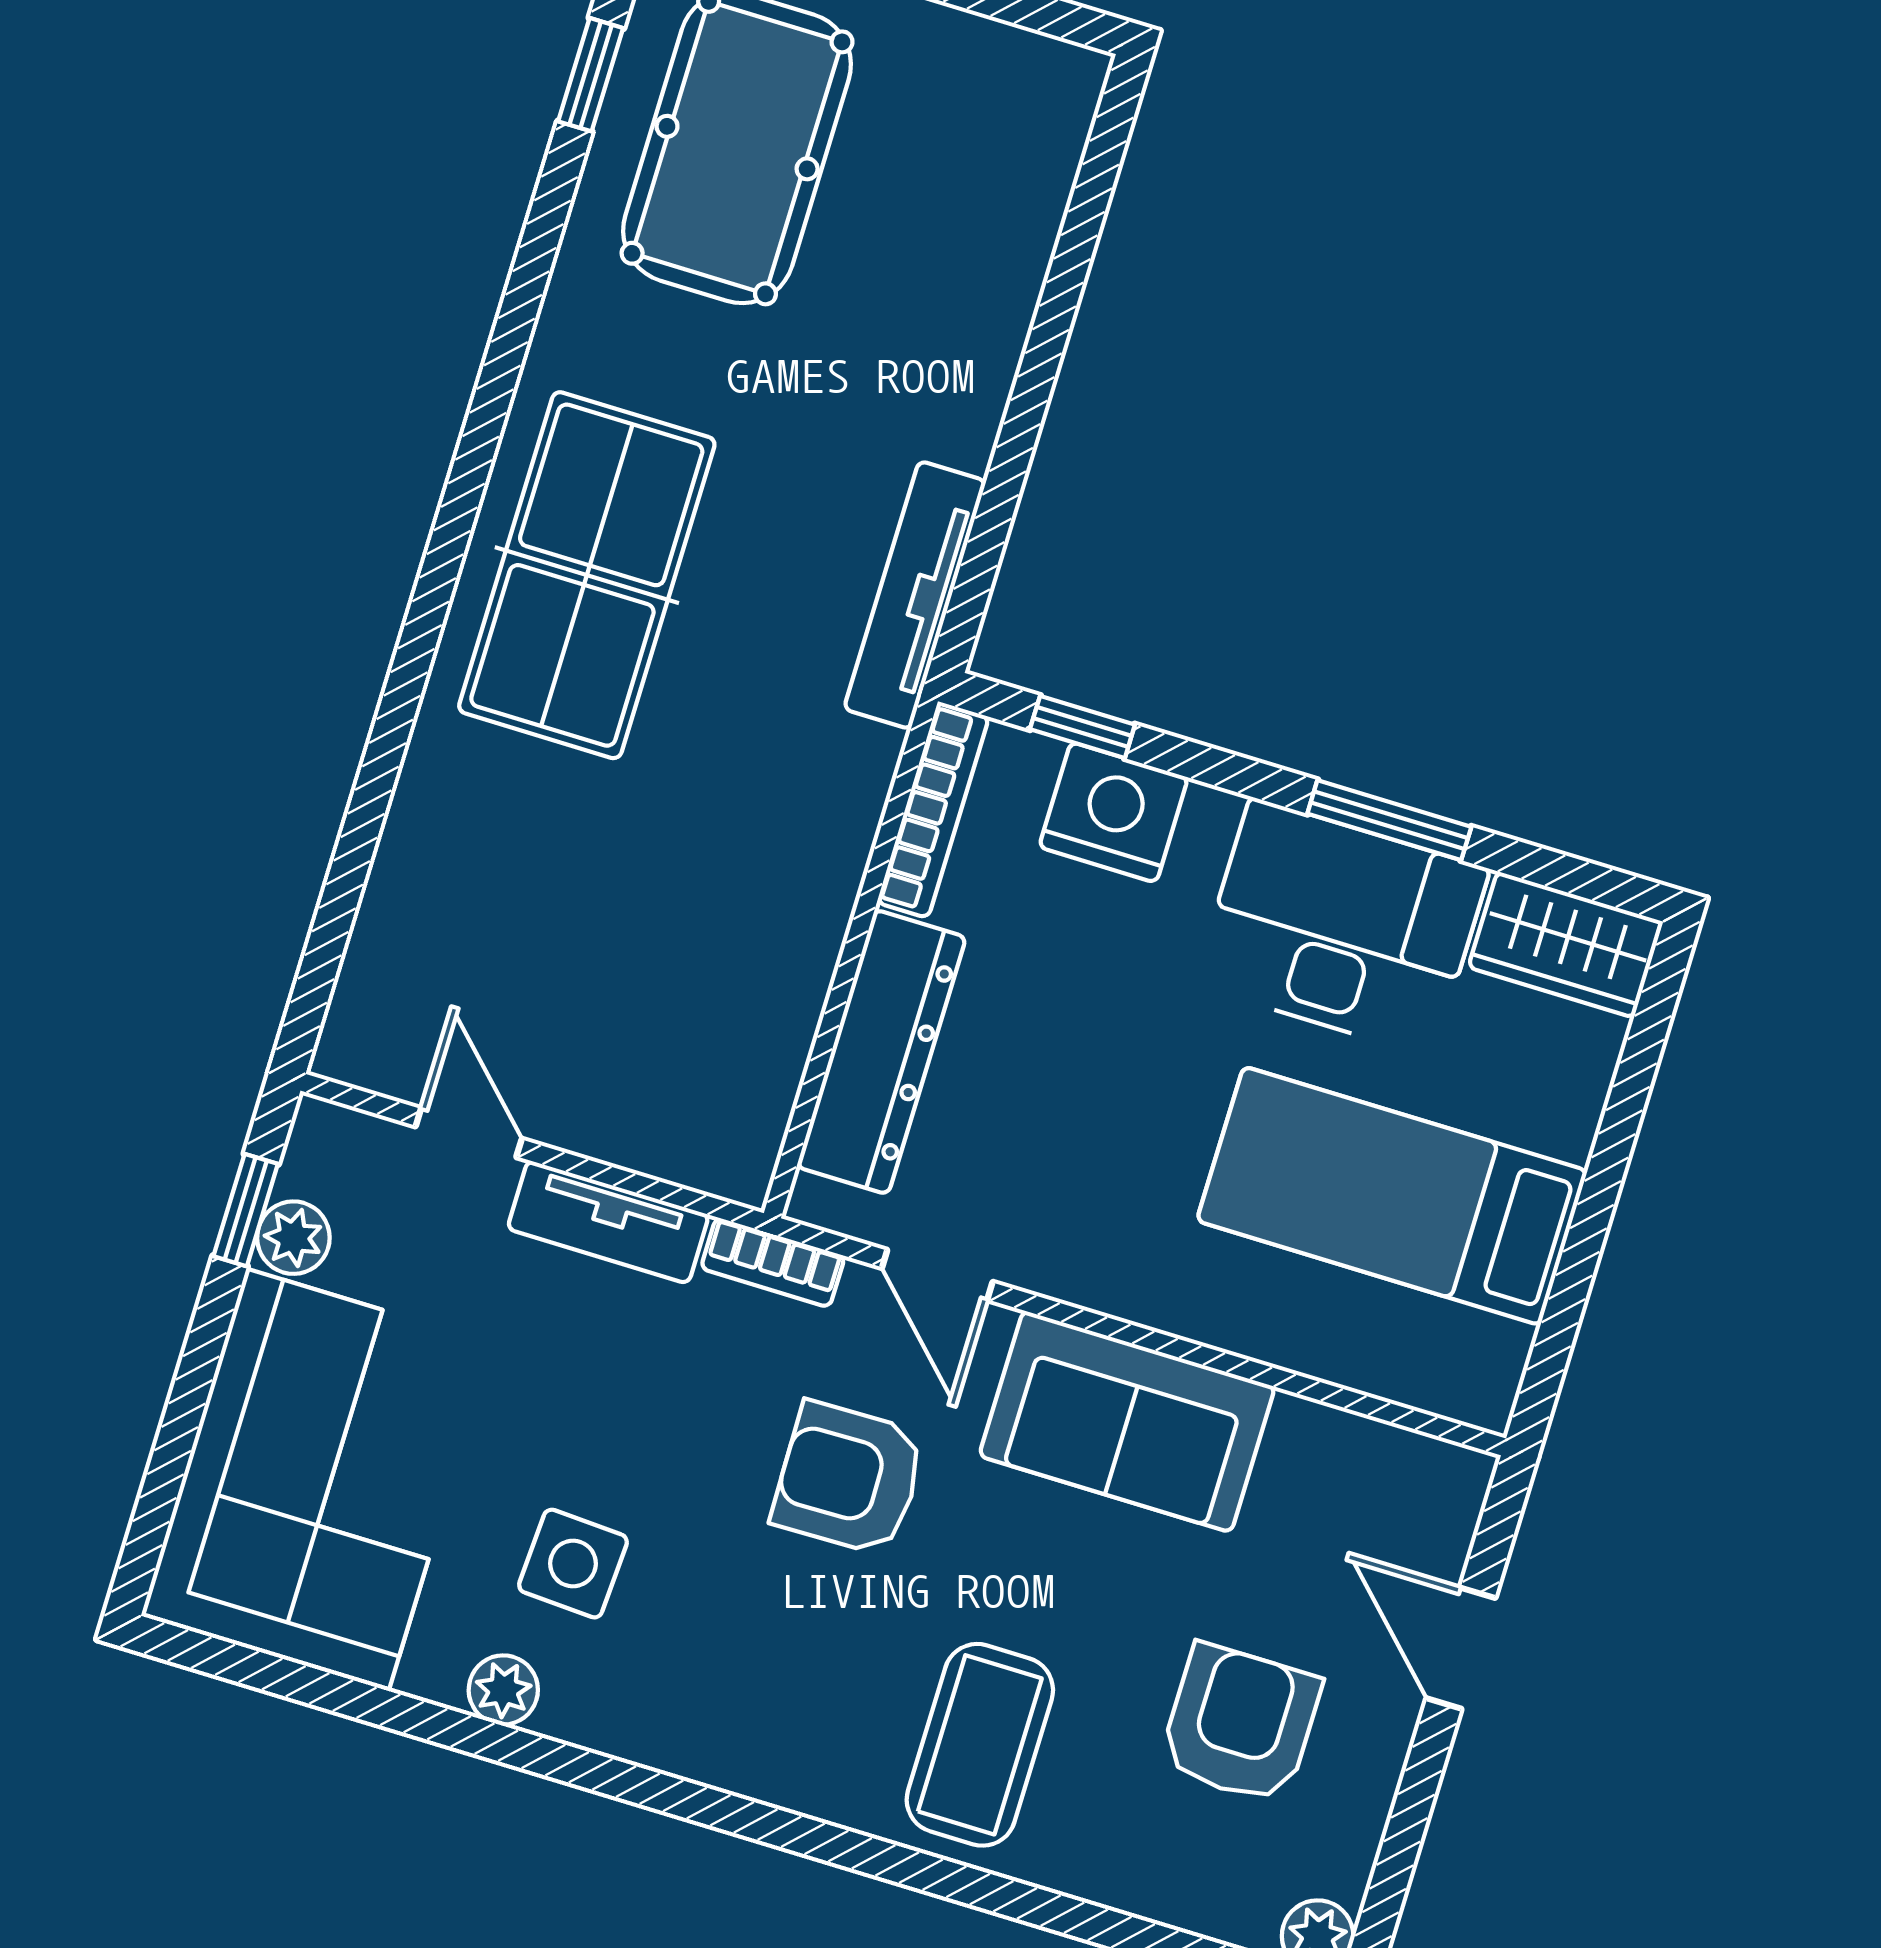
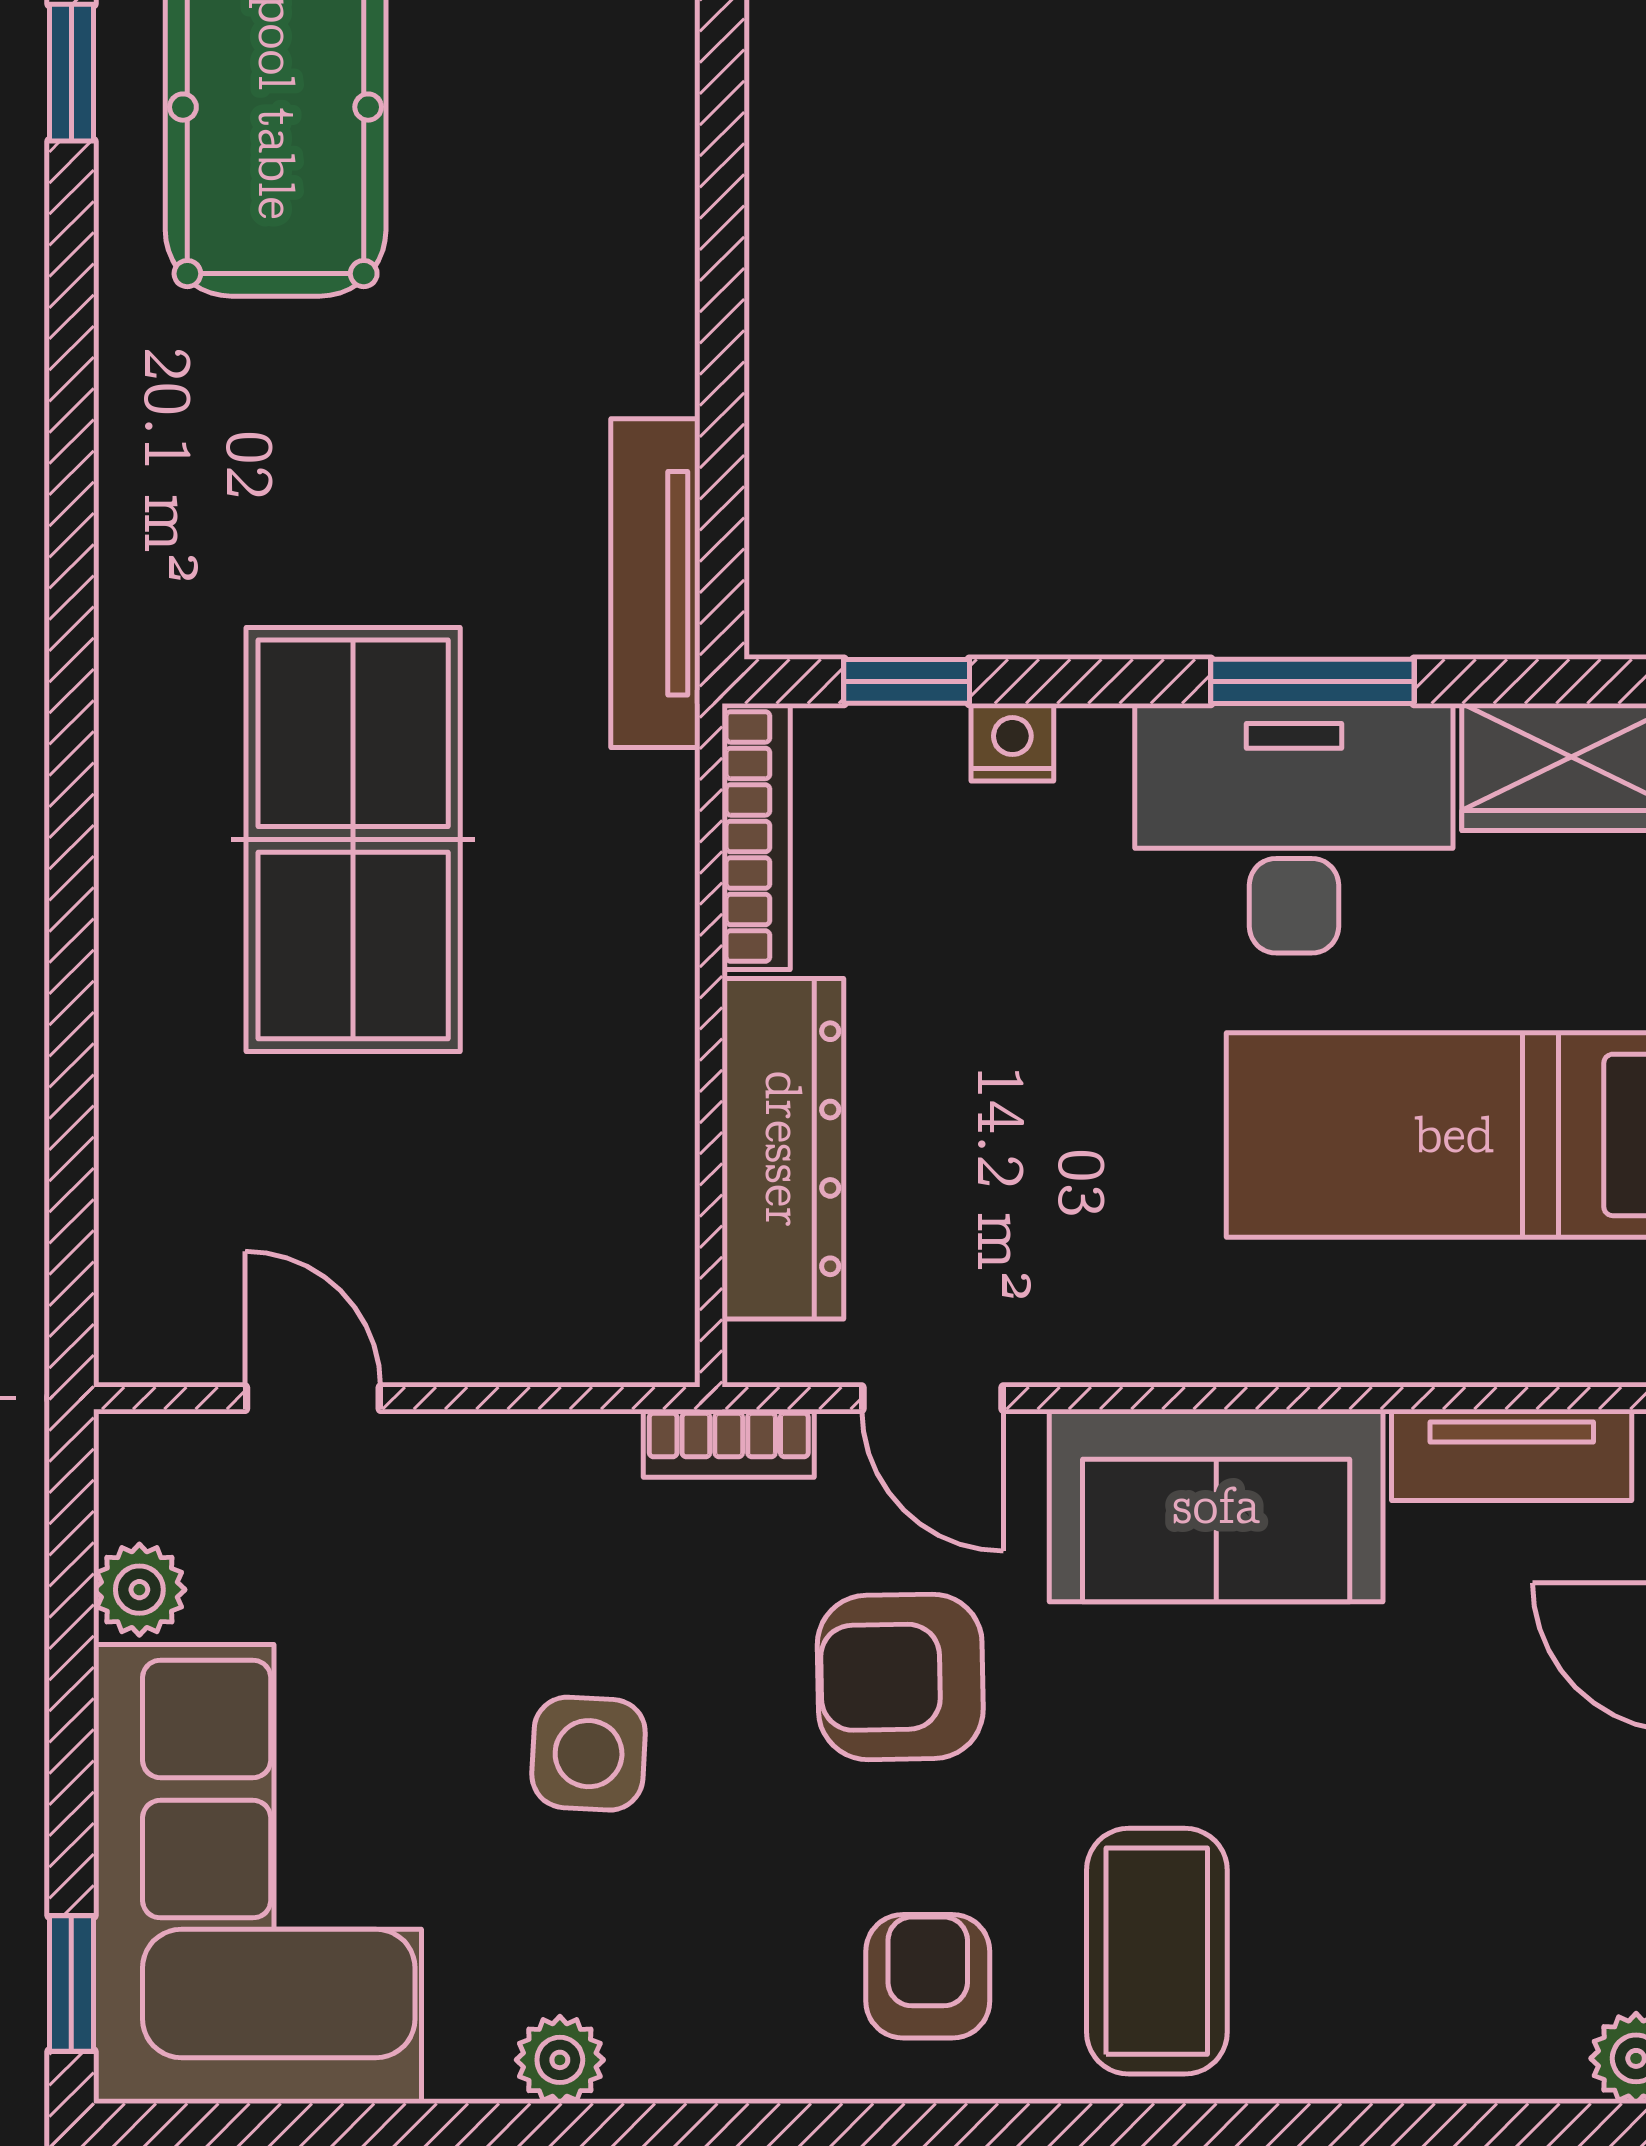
table tennis table: (587, 575) -> (353, 839), moved
nightstand: (1114, 812) -> (1012, 742), width x0.53, depth x0.56
window: (246, 1210) -> (71, 1983), moved
tv unit: (608, 1222) -> (1512, 1455), moved
side table: (573, 1564) -> (589, 1754), moved
armchair: (1240, 1724) -> (928, 1976), moved, width x0.72, depth x0.72

